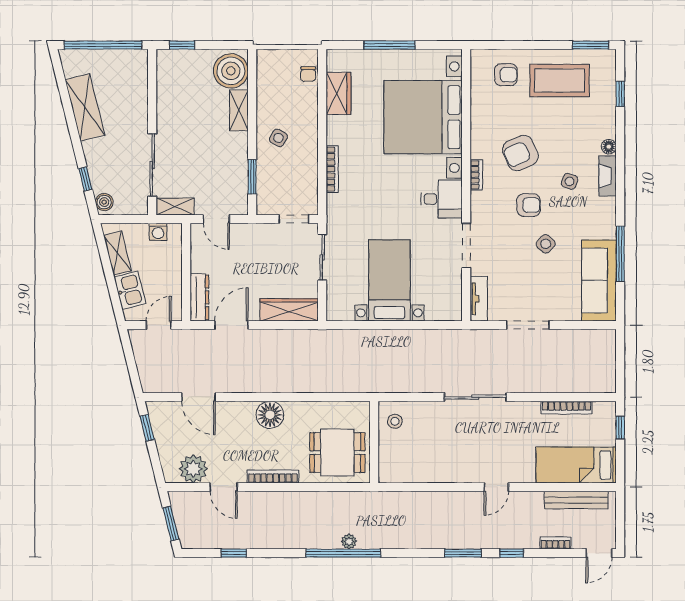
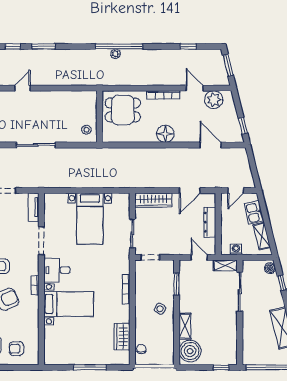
bed with nightstands: (423, 117) -> (69, 304), width x0.54
dresser: (199, 297) -> (210, 222), moved

